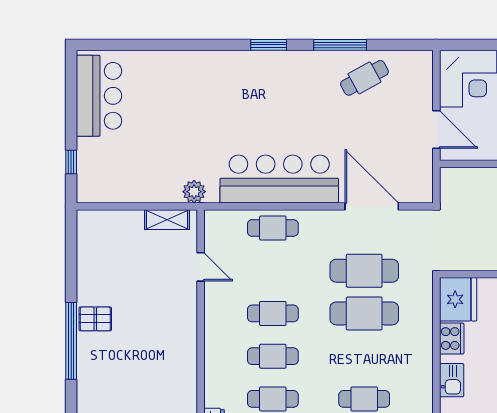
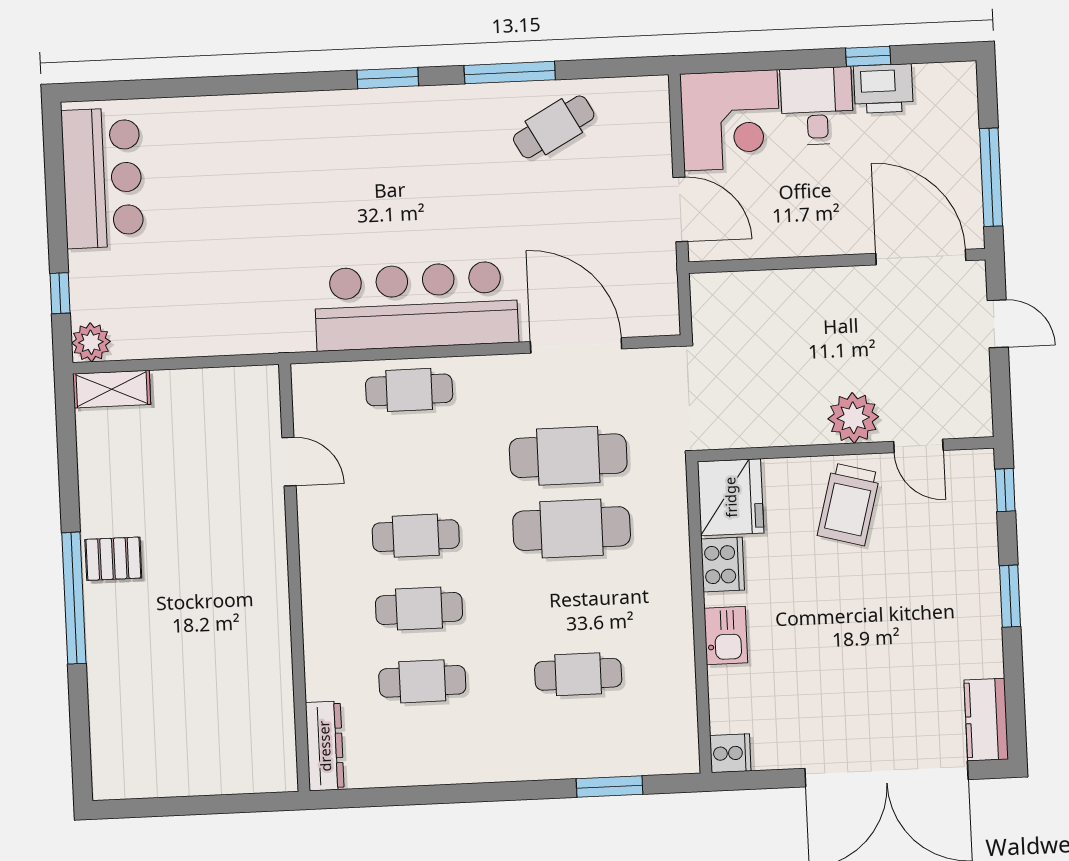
plant: (194, 192) -> (91, 342), moved
shelving: (167, 220) -> (112, 389), moved

